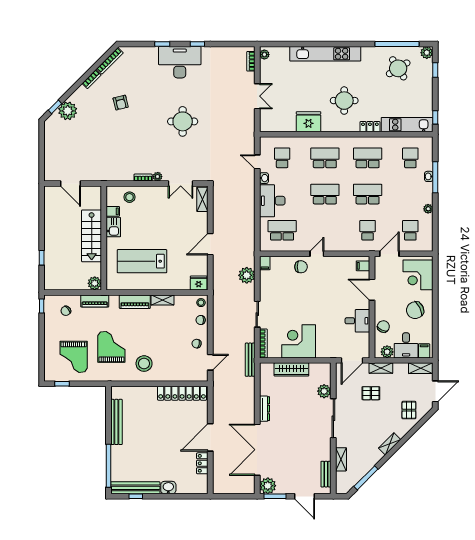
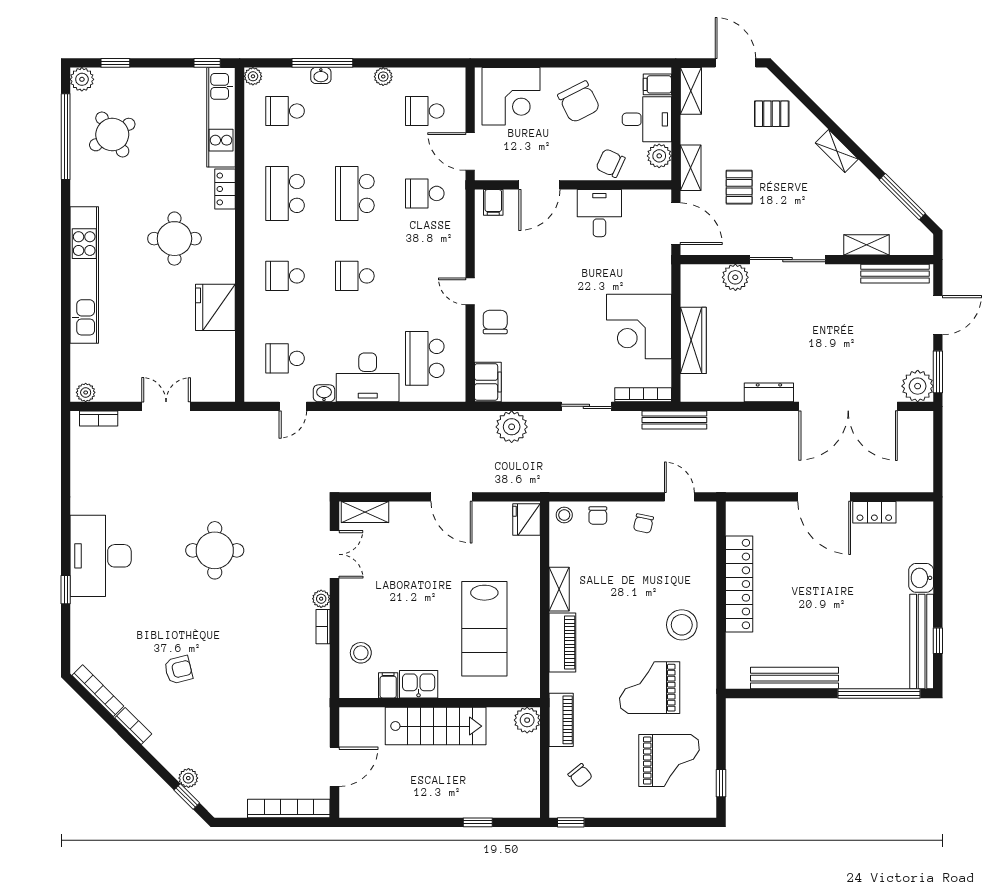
window: (197, 44) -> (66, 522), removed
plant: (68, 111) -> (188, 778), width x0.53, depth x0.53
plant: (428, 141) -> (253, 76), added
school desk: (325, 158) -> (285, 276), width x0.54
bookcase: (49, 160) -> (289, 808), added
school desk: (325, 194) -> (355, 276), width x0.54
filing cabinet: (265, 263) -> (488, 382), width x2.00
locker: (182, 393) -> (739, 584), moved
bench: (326, 474) -> (895, 274), width x1.36

